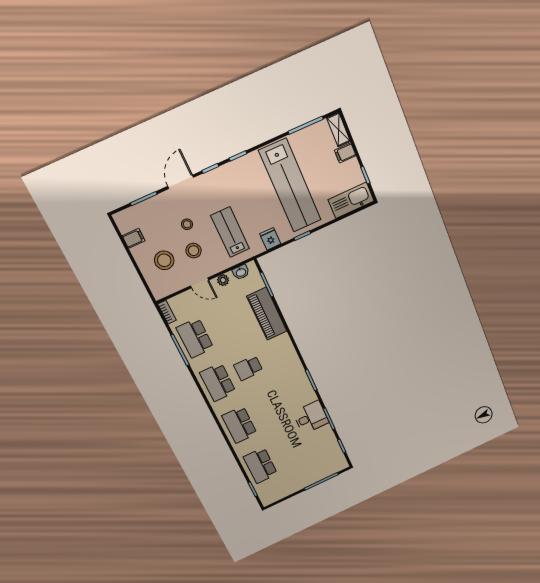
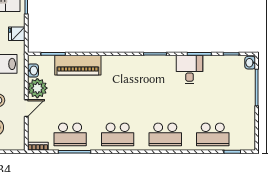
plant: (223, 280) -> (37, 88), width x1.88, depth x1.88
school desk: (248, 368) -> (118, 103), removed
washbasin: (341, 465) -> (250, 63), added

